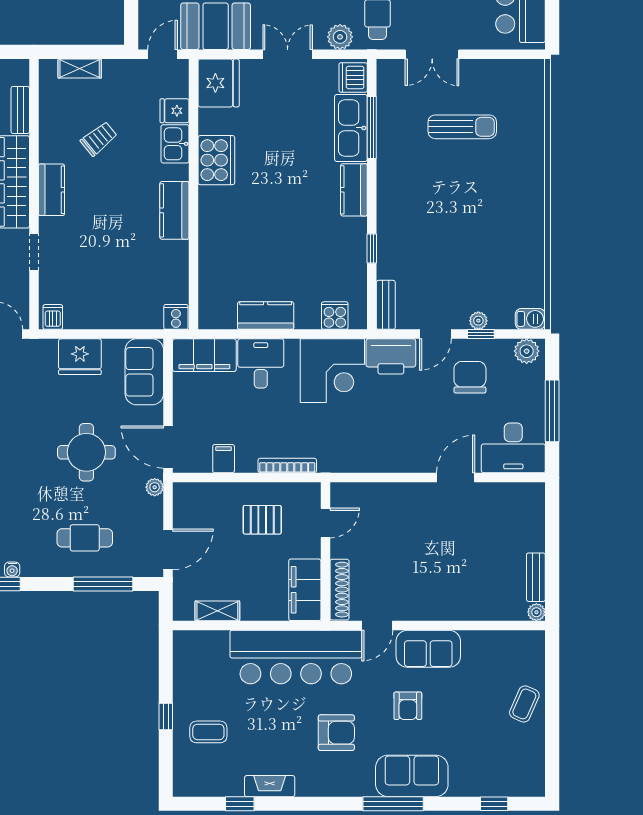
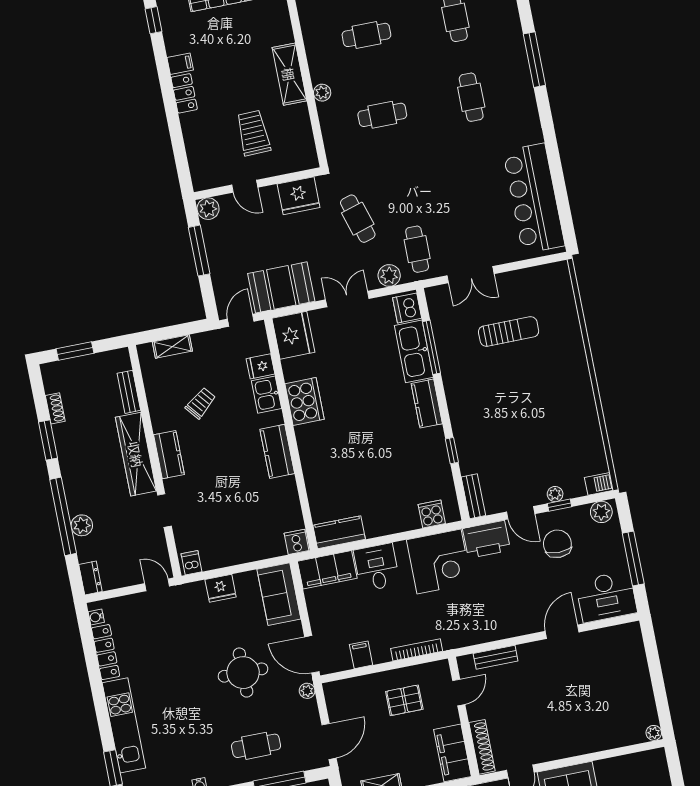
kitchen counter: (266, 315) -> (339, 532), moved
door: (435, 334) -> (521, 513), hinge flipped
fridge: (80, 357) -> (221, 588), width x0.73, depth x0.75
bench: (536, 577) -> (496, 657), moved, turned 90

